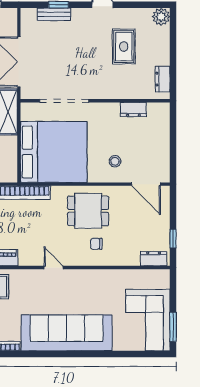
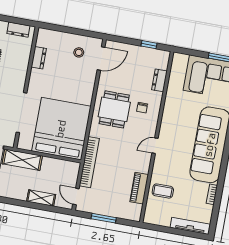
stool: (115, 161) -> (79, 52), moved
dresser: (154, 259) -> (159, 80), moved

